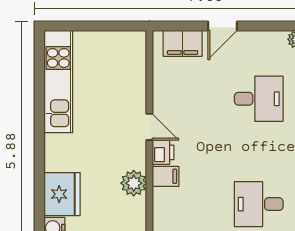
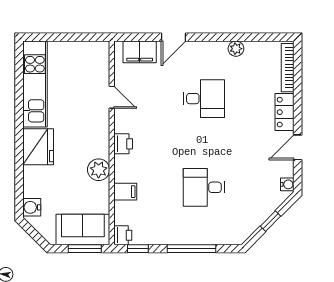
door: (149, 127) -> (112, 97), moved
filing cabinet: (165, 176) -> (125, 192), moved
fridge: (62, 194) -> (38, 147), moved

